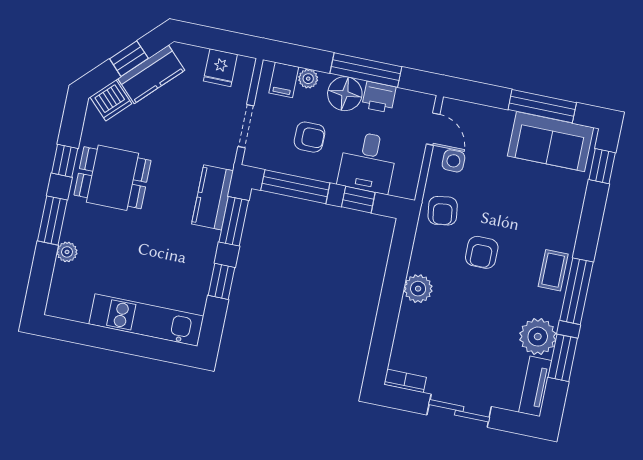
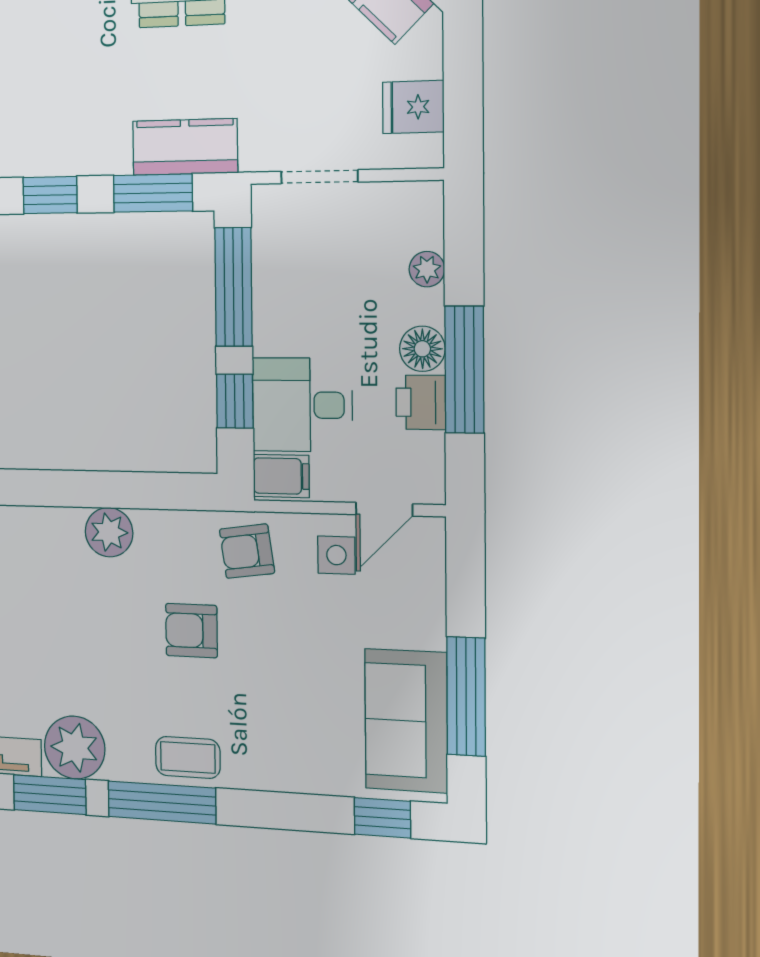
filing cabinet: (284, 80) -> (281, 476), moved, turned 180
floor lamp: (345, 94) -> (422, 349), width x0.73, depth x0.73
armchair: (310, 137) -> (324, 293), removed

